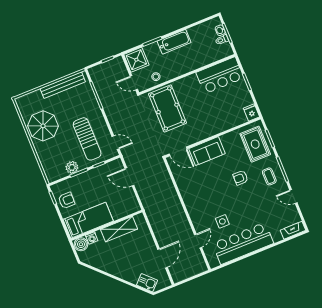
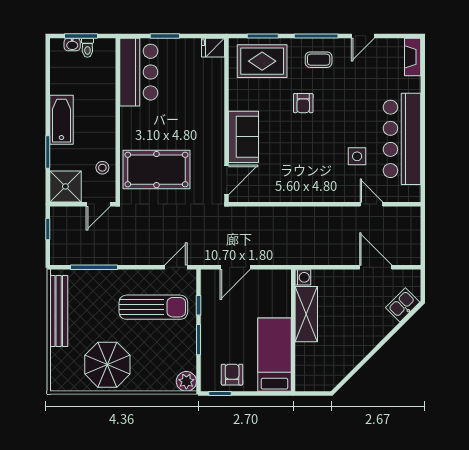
plant: (72, 167) -> (186, 381), moved
washing machine: (92, 238) -> (303, 277), moved
boiler: (81, 244) -> (306, 380), removed

